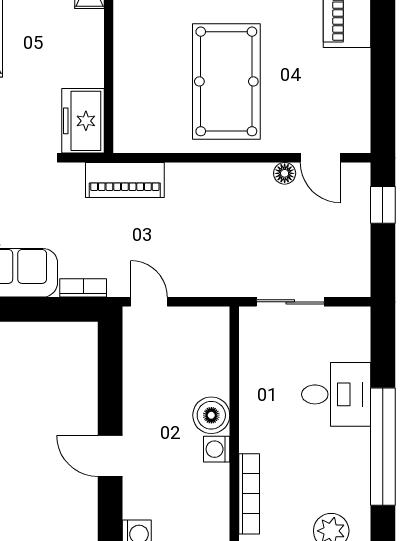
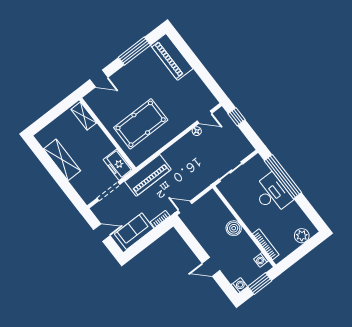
pool table: (226, 81) -> (141, 124), moved, turned 90
piano: (125, 180) -> (148, 175), width x1.37, depth x1.33
desk: (336, 394) -> (272, 194), width x1.37
window: (383, 447) -> (283, 177), moved
washing machine: (217, 449) -> (261, 260), moved

